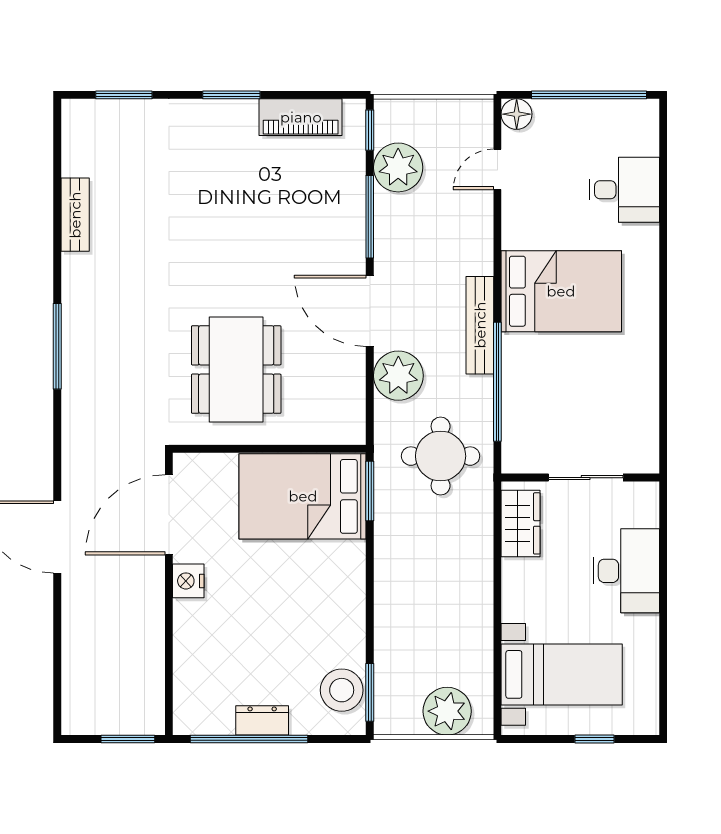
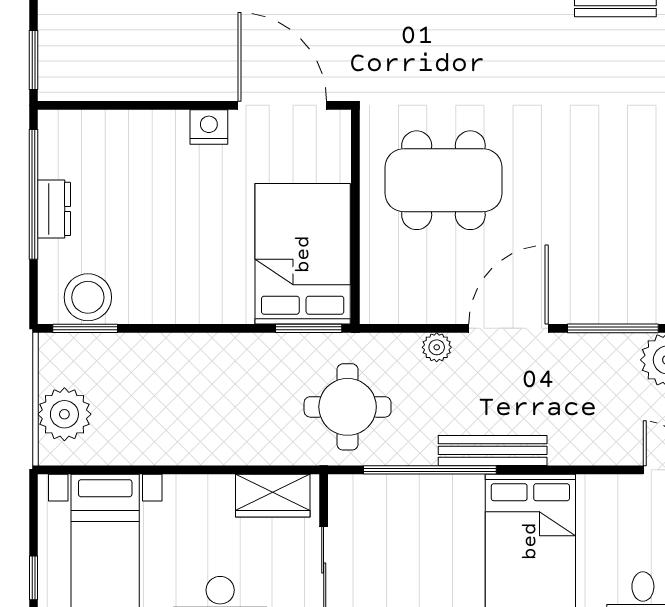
plant: (398, 376) -> (437, 347), width x0.53, depth x0.53

